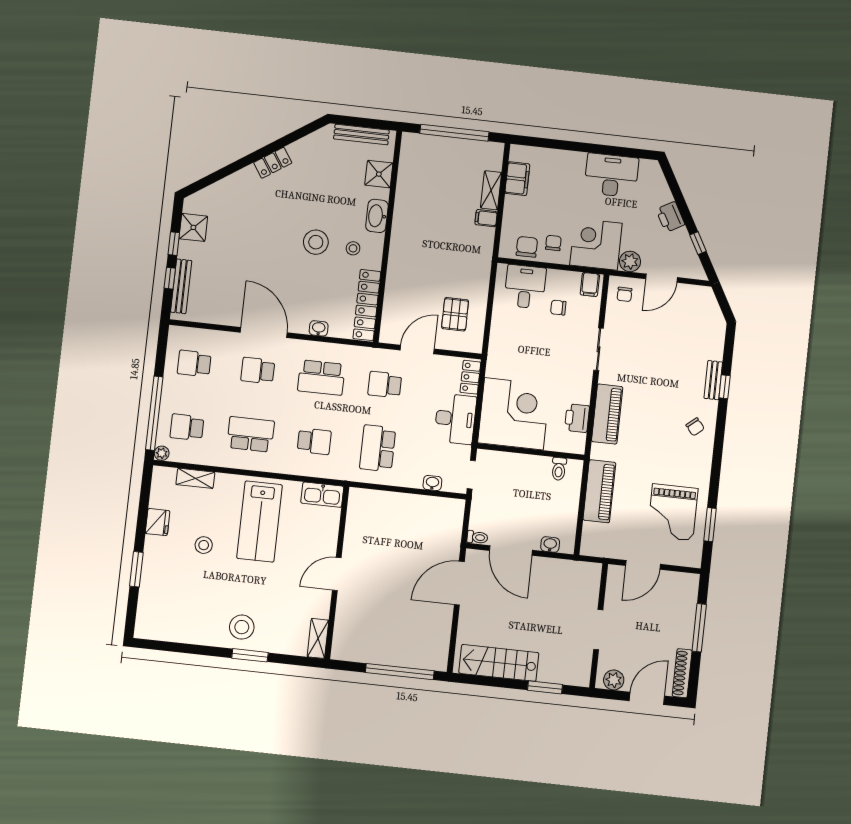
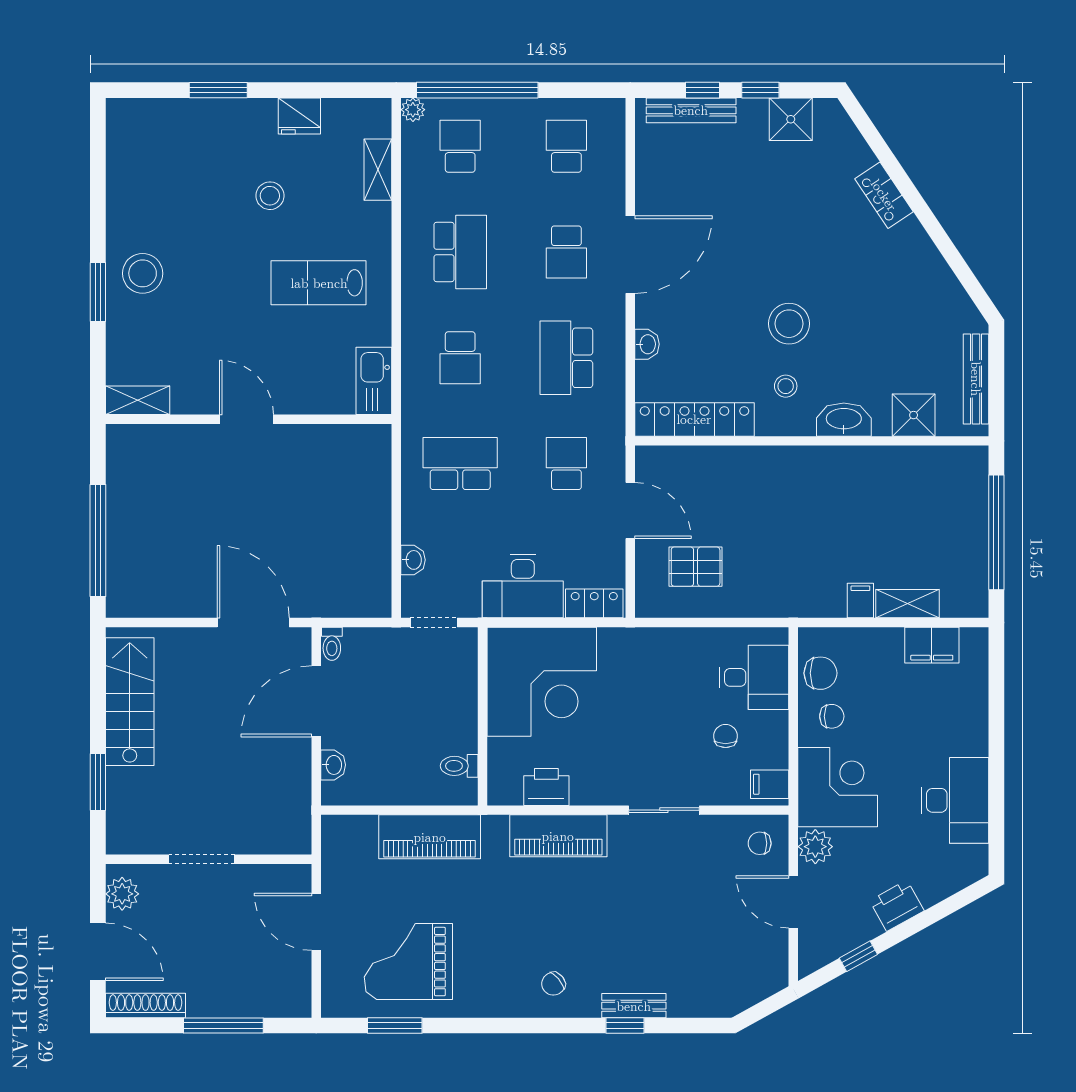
locker: (273, 163) -> (884, 195), moved
school desk: (258, 371) -> (566, 252), turned 180
lab bench: (259, 522) -> (319, 283), width x0.73, depth x0.72

